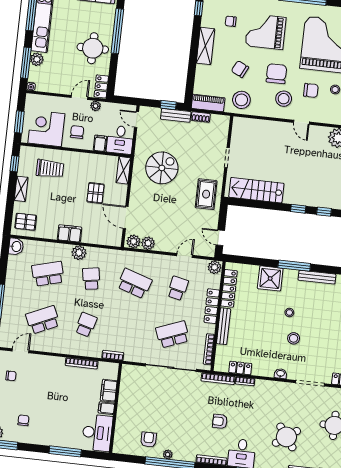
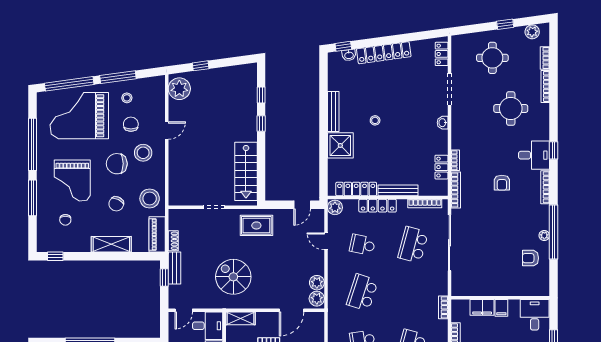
shelving: (205, 46) -> (111, 244), moved
window: (294, 266) -> (323, 121), removed
bench: (317, 277) -> (333, 111), moved
school desk: (173, 334) -> (413, 245), turned 36
stool: (294, 338) -> (403, 113), removed
desk: (97, 433) -> (535, 315), width x0.73
round table: (286, 437) -> (511, 108), turned 36

